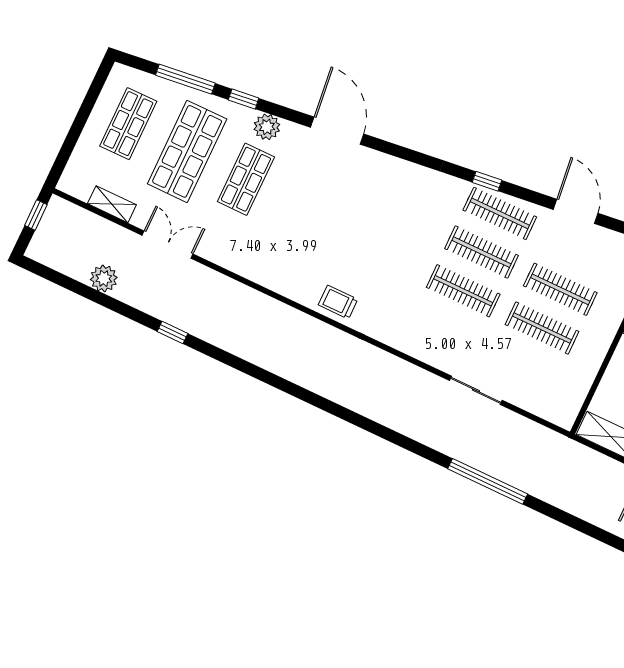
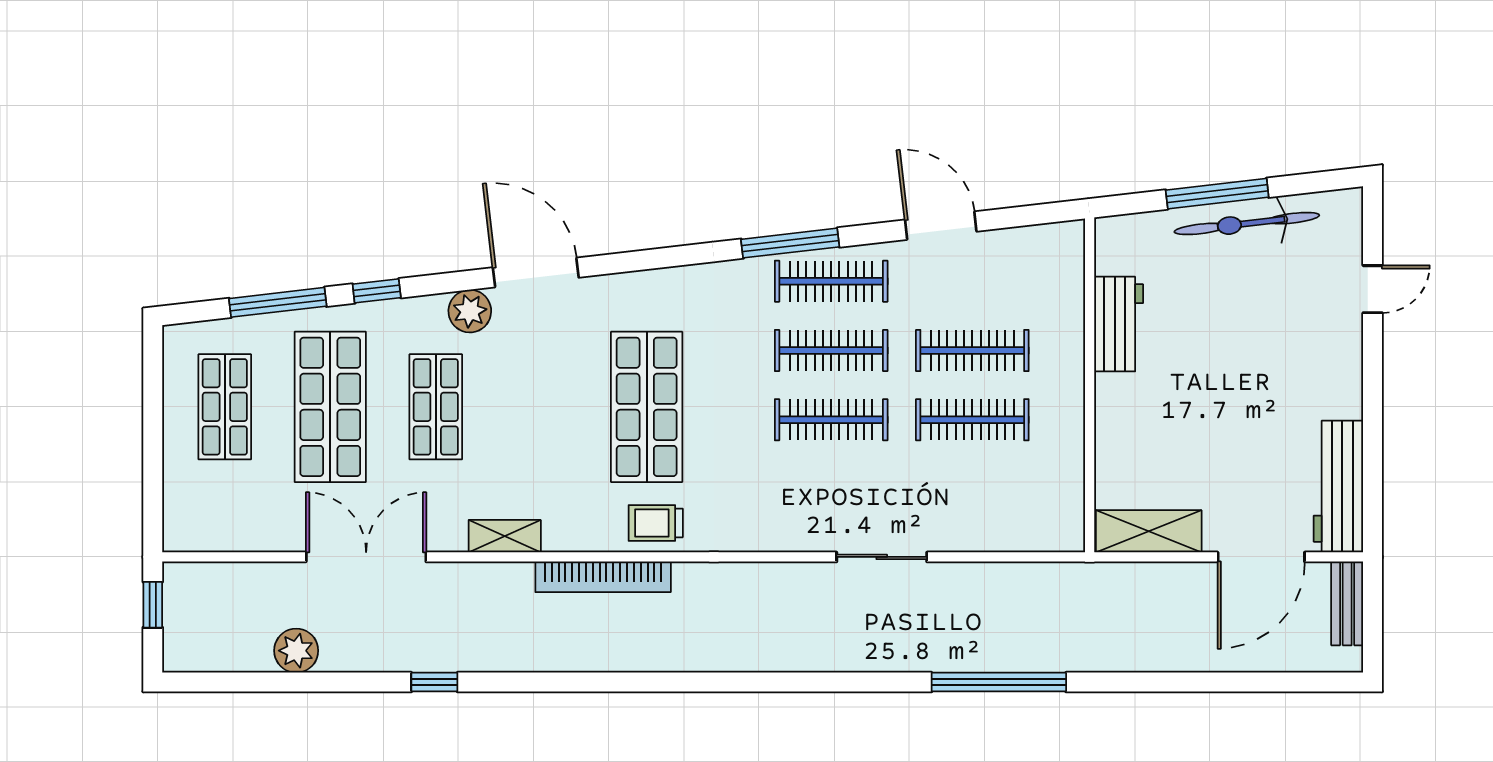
plant: (267, 127) -> (470, 311), moved
window: (487, 181) -> (790, 243), width x2.17
shelving: (112, 204) -> (505, 536), moved
shop shelf: (364, 235) -> (647, 407), added
double door: (167, 245) -> (366, 557), width x1.37
bookcase: (294, 318) -> (603, 577), added
sliding door: (476, 390) -> (882, 557), moved

